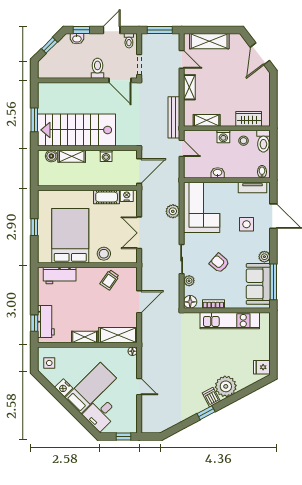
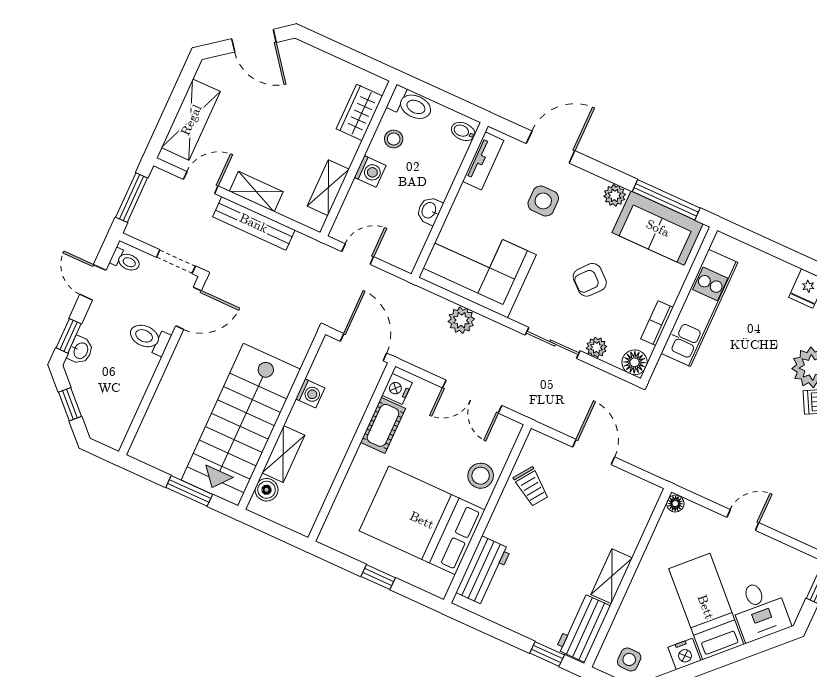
bench: (174, 117) -> (254, 223), moved
workbench: (46, 322) -> (583, 627), moved, turned -90
shelving: (118, 335) -> (635, 516), removed

